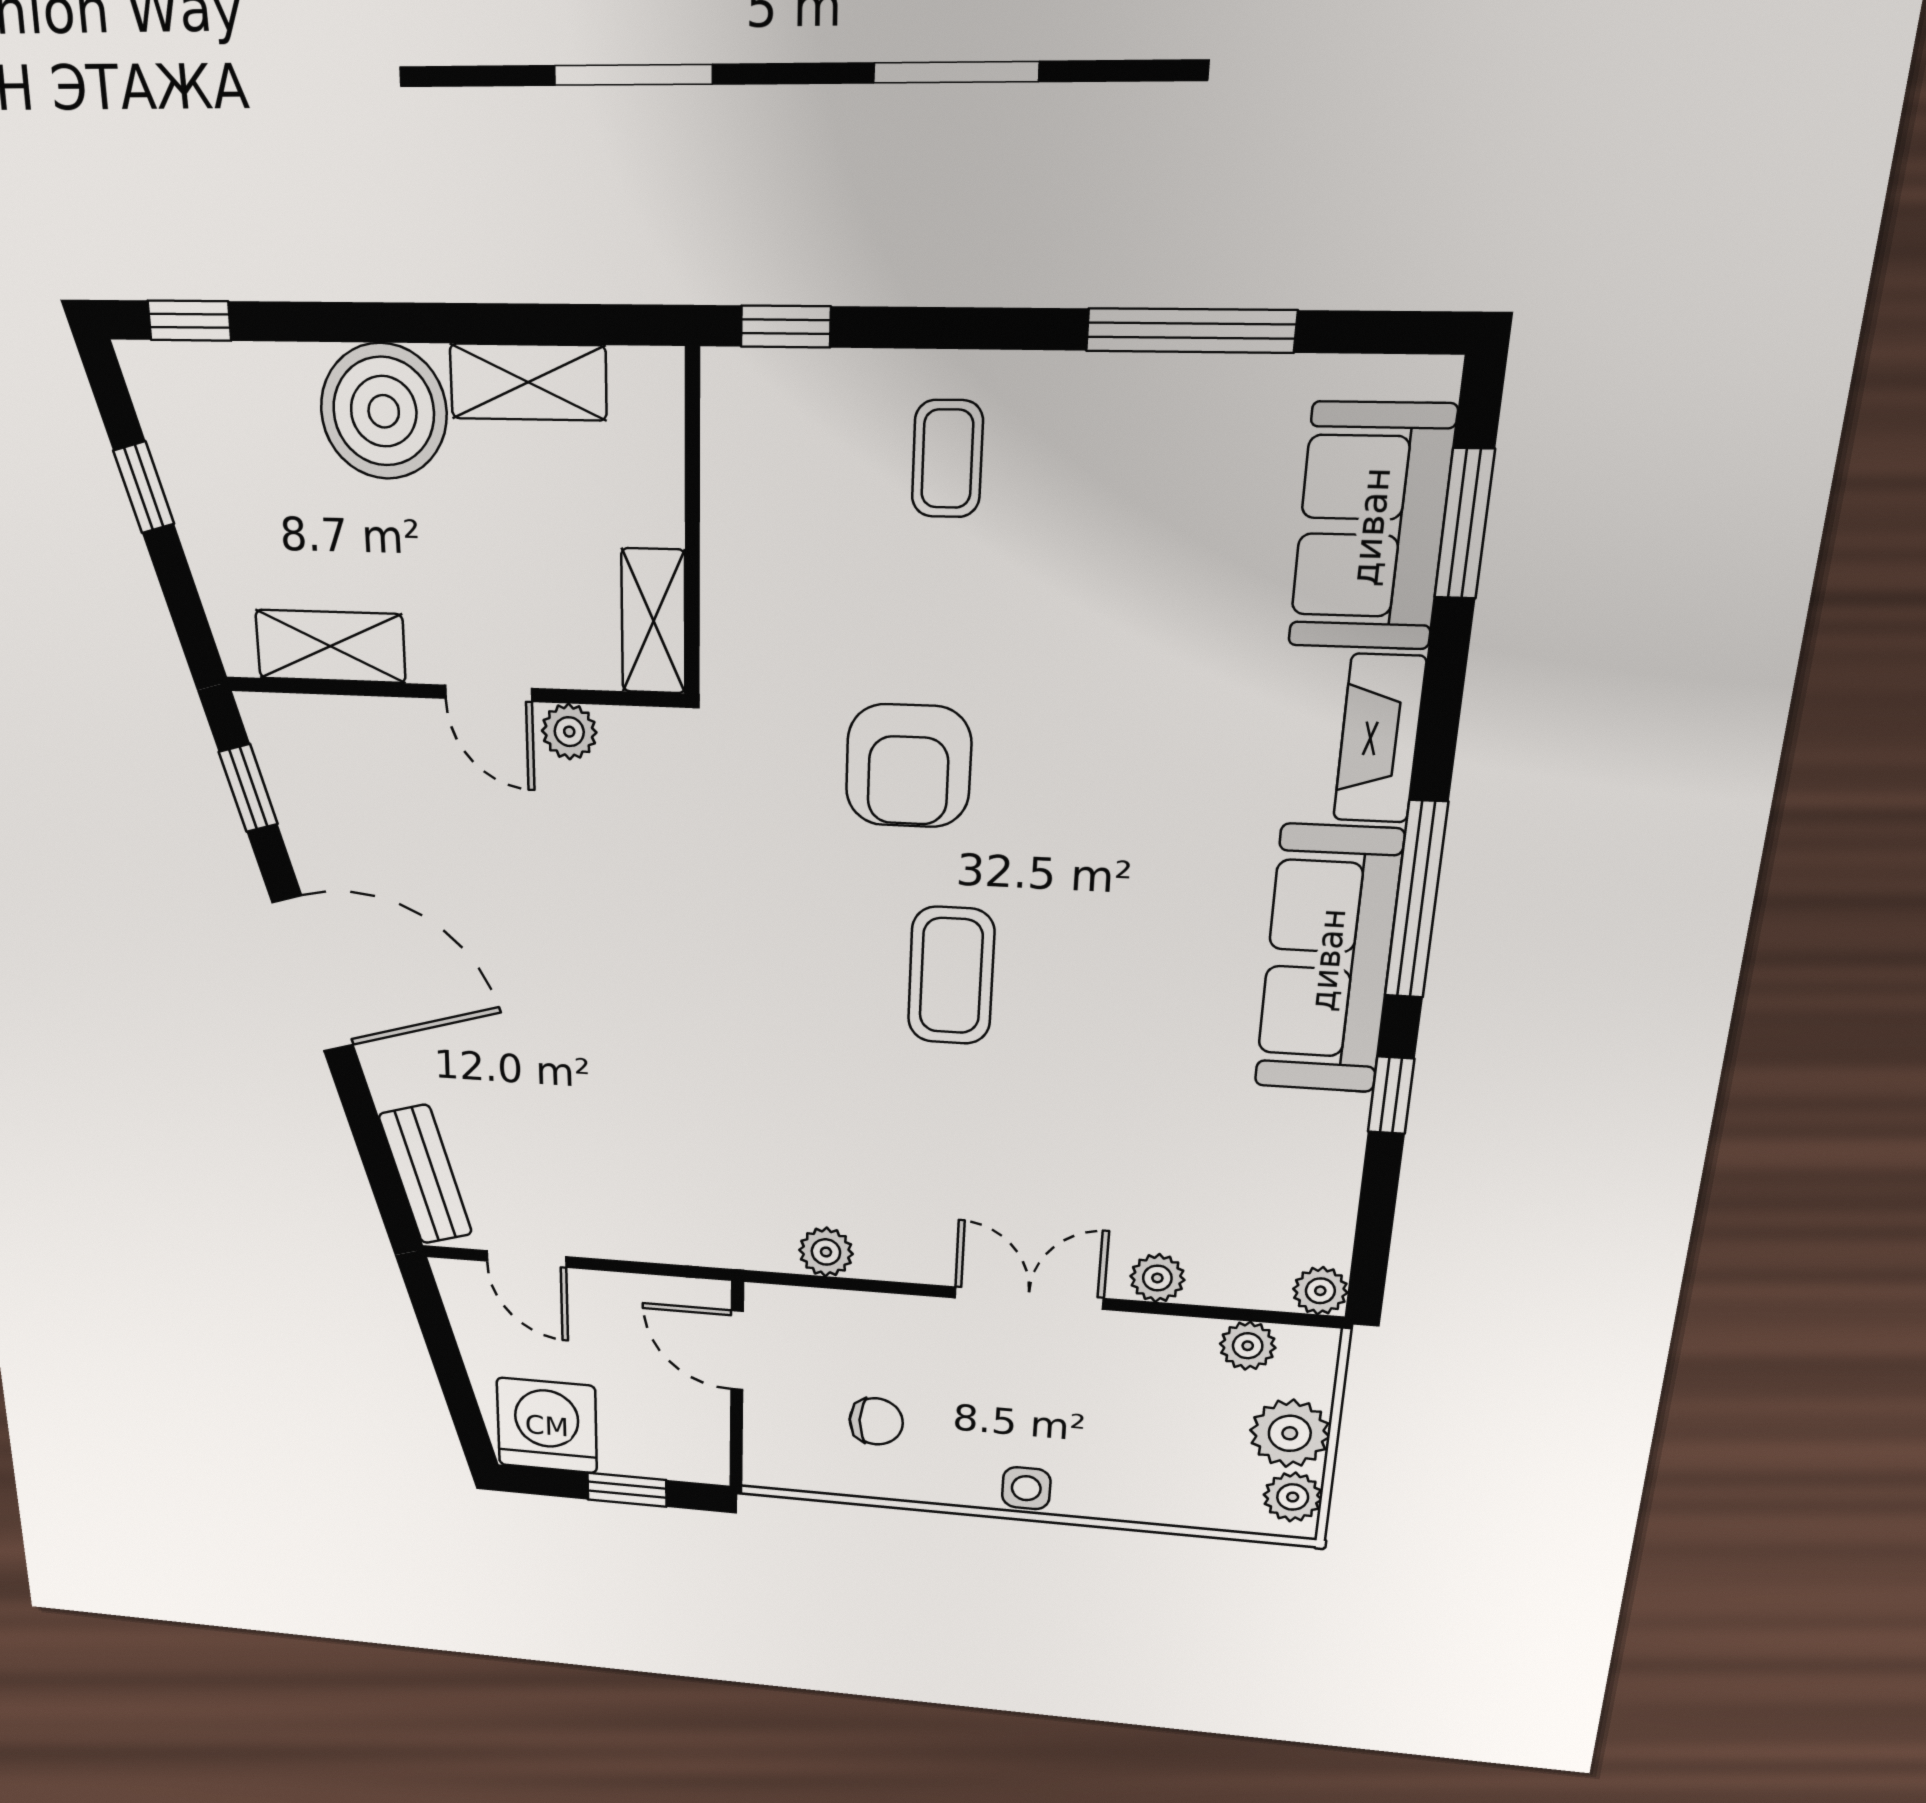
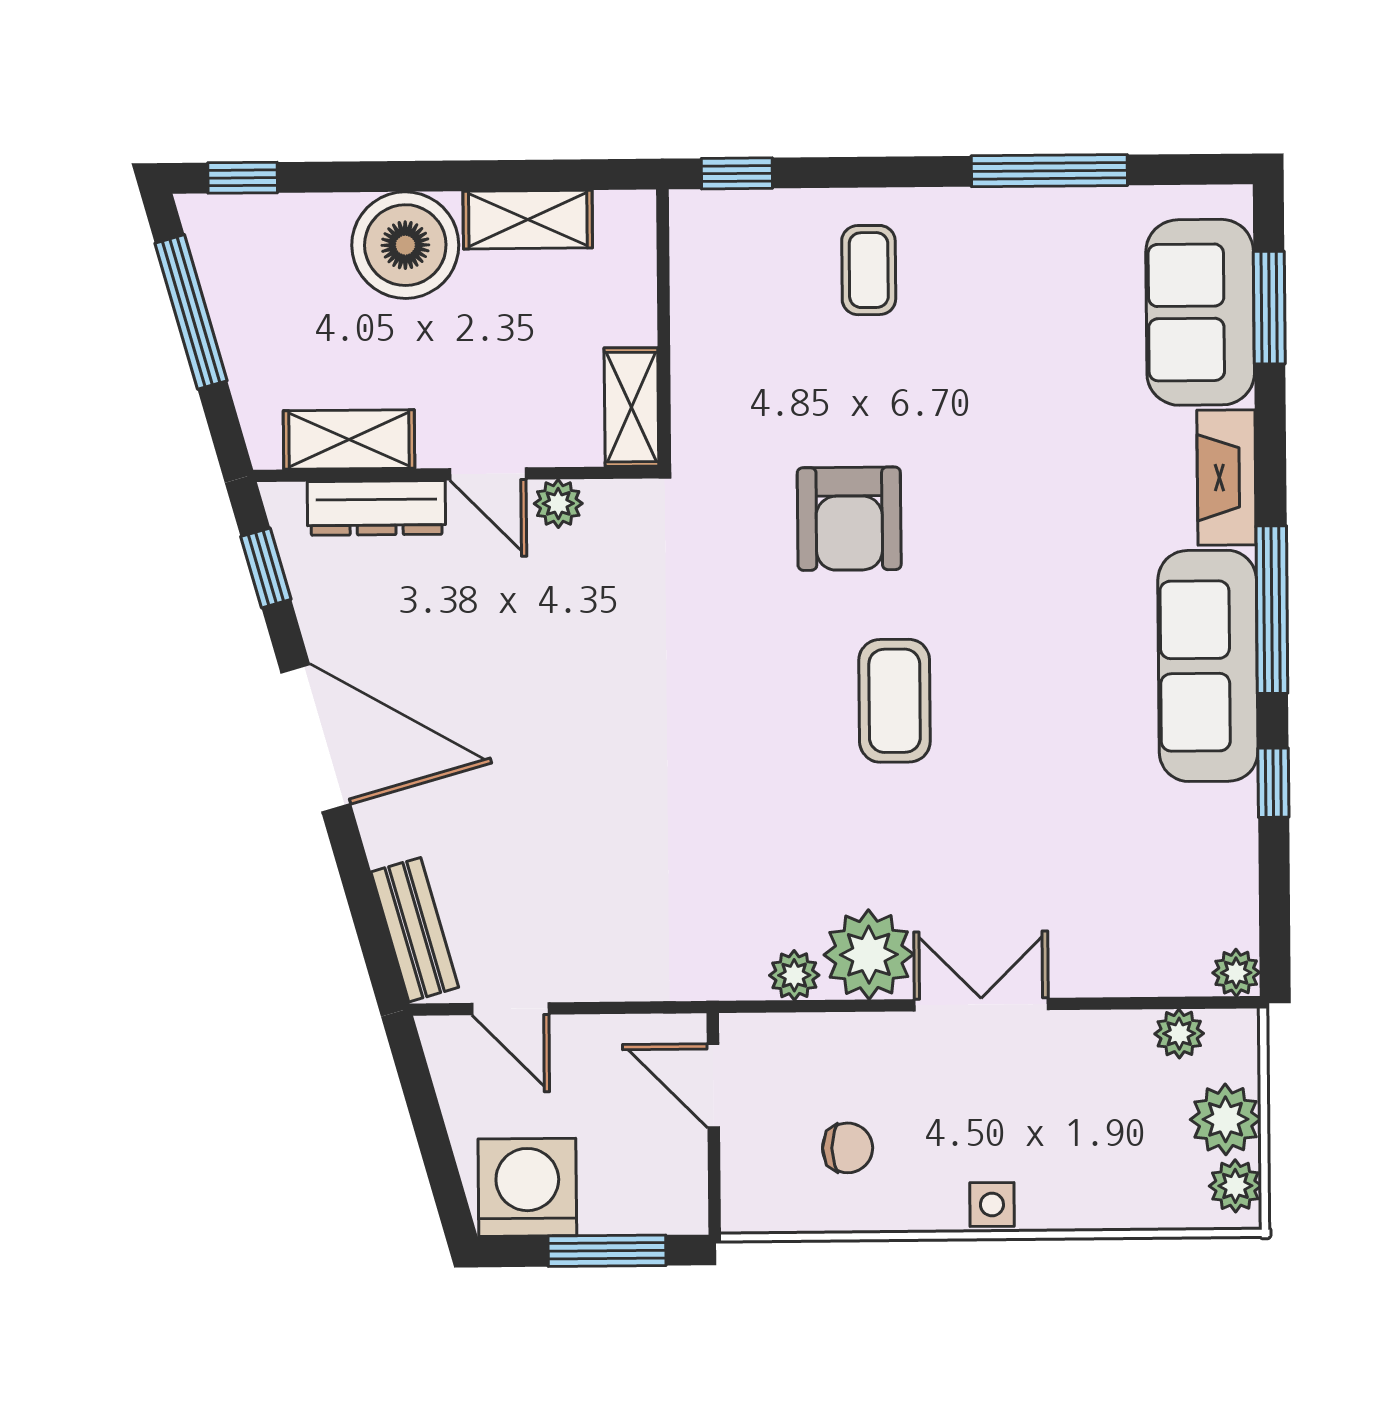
window: (144, 487) -> (191, 312), width x2.17
dresser: (365, 727) -> (376, 508), added
plant: (1157, 1278) -> (869, 955), moved, width x1.88, depth x1.88
window: (627, 1490) -> (607, 1251), width x1.50

